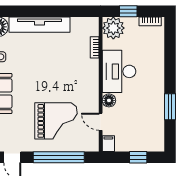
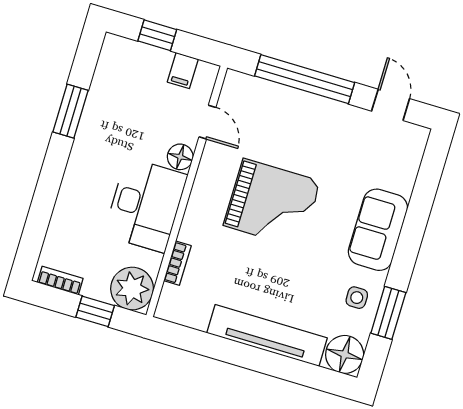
grand piano: (56, 121) -> (272, 203), moved, turned 180
filing cabinet: (108, 144) -> (183, 71), moved

